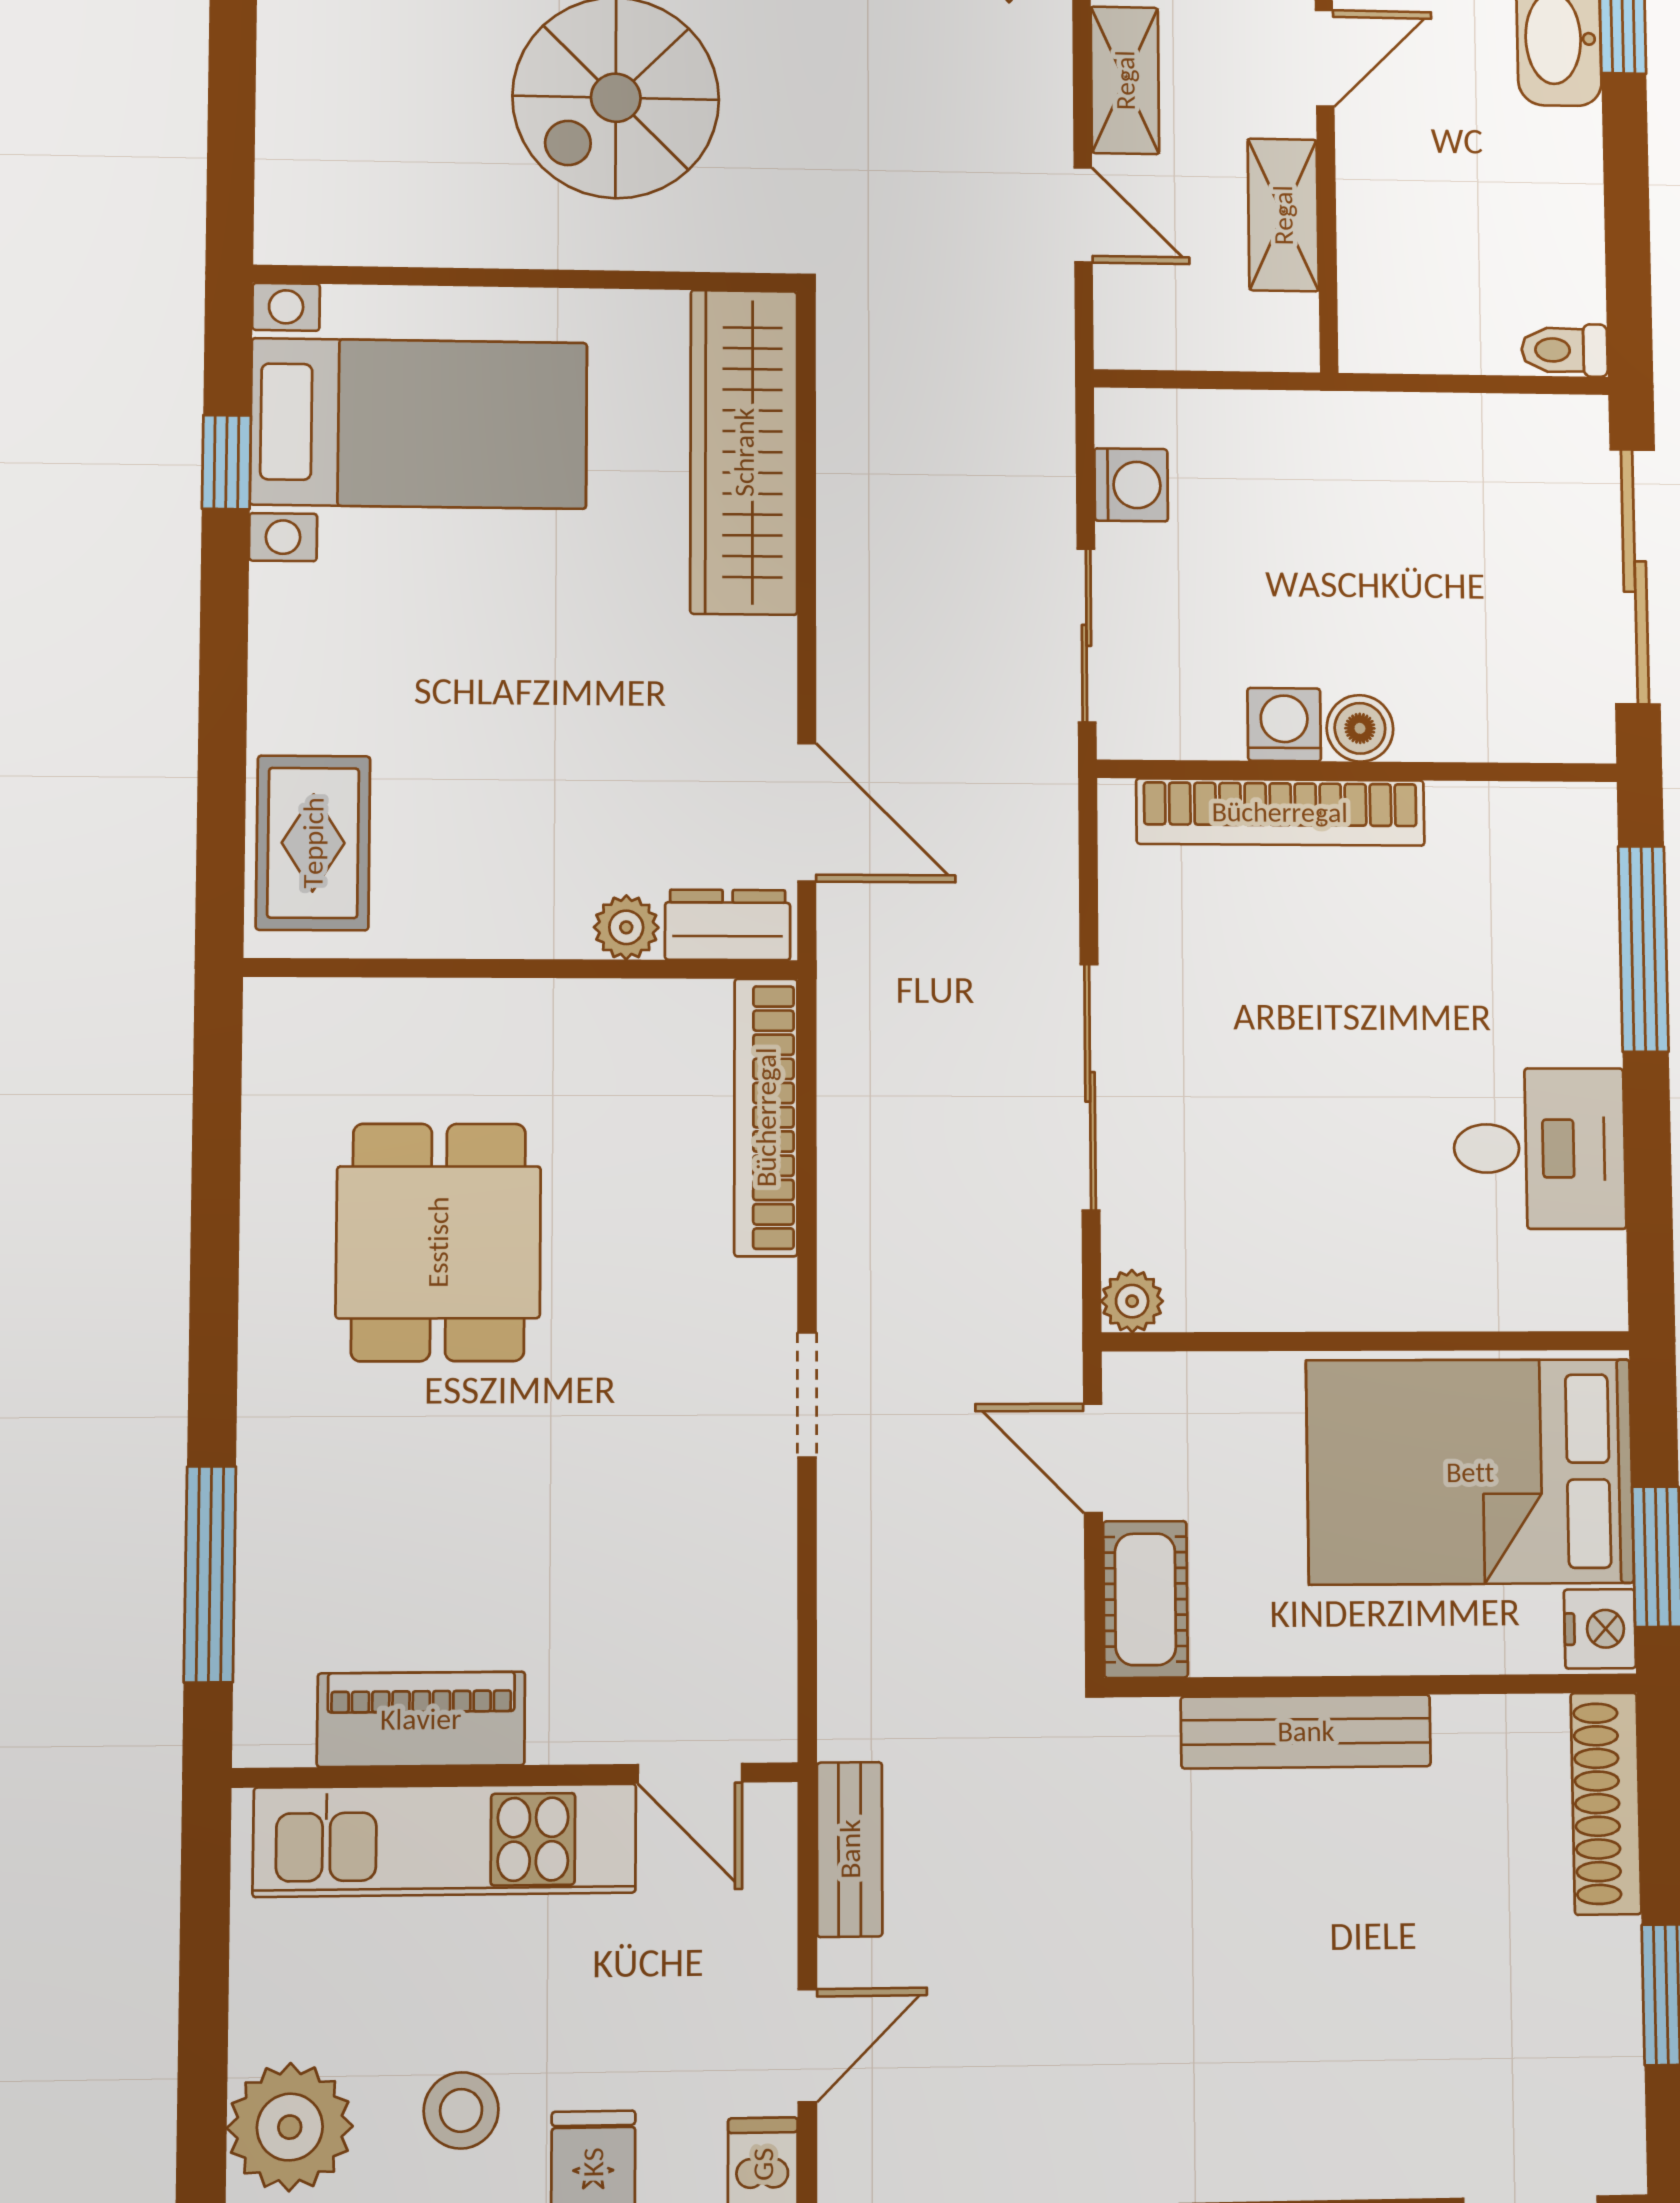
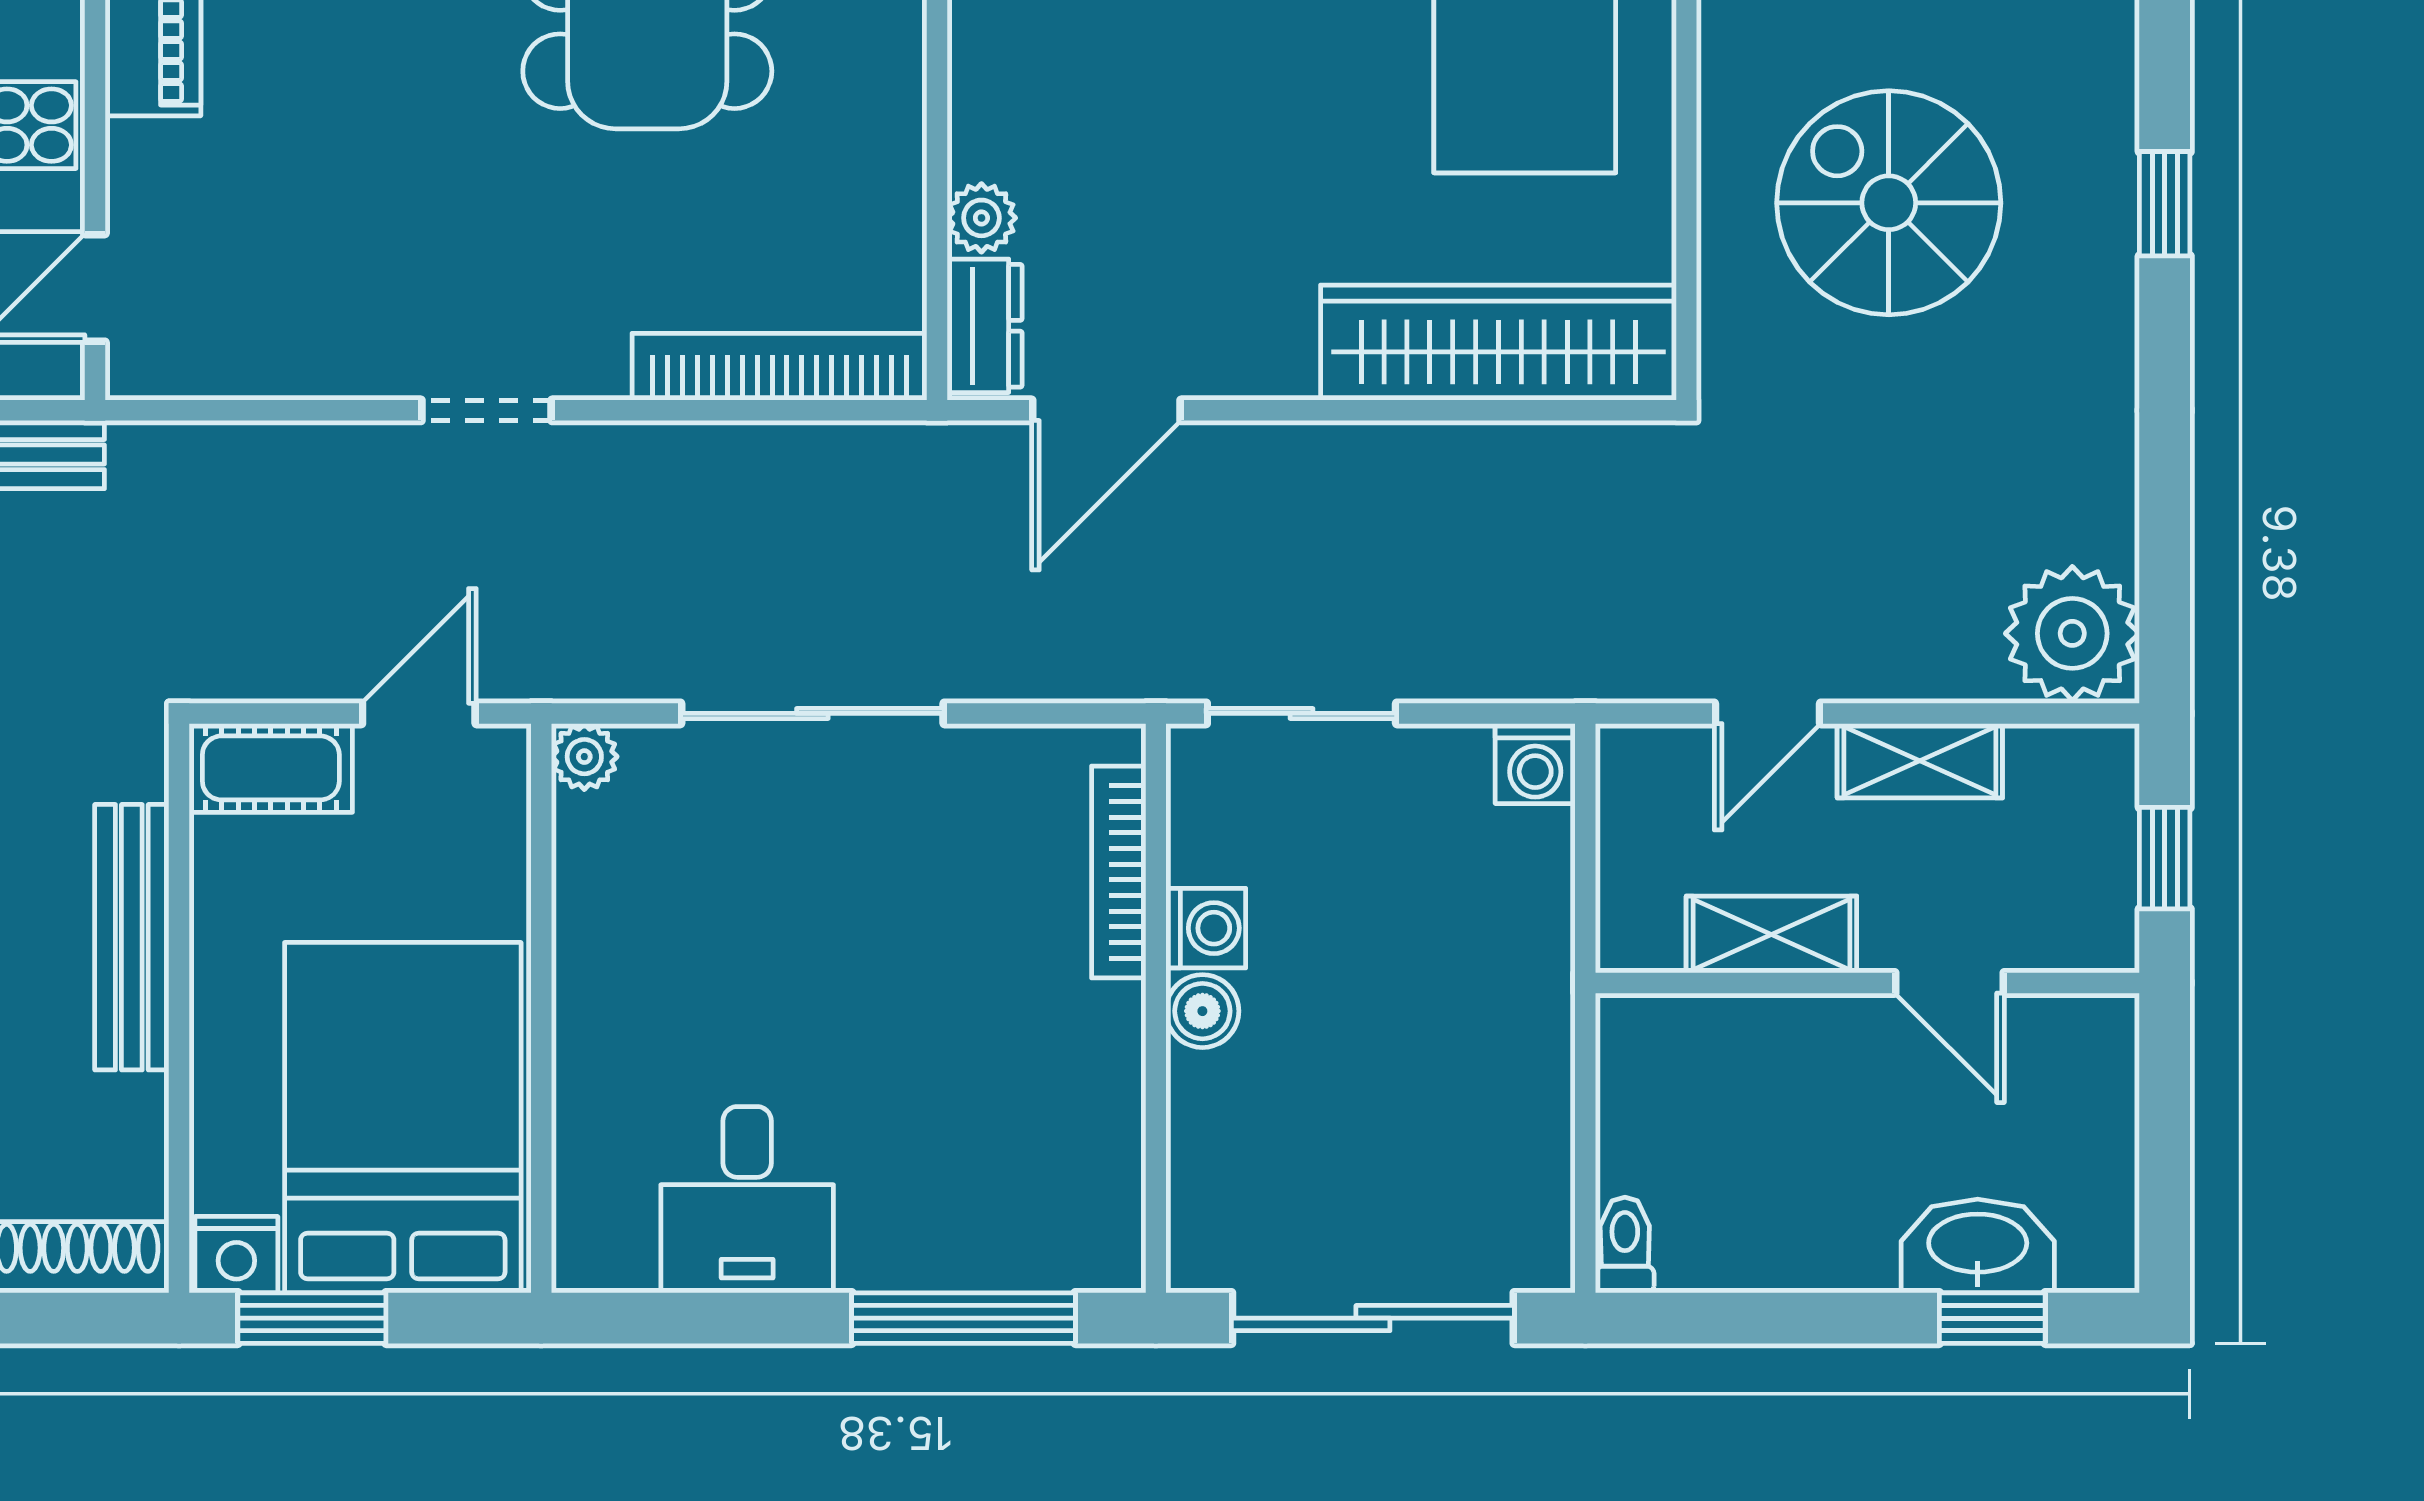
washing machine: (1131, 485) -> (1535, 764), moved
bookcase: (1280, 812) -> (1119, 872), width x0.68, depth x0.76

